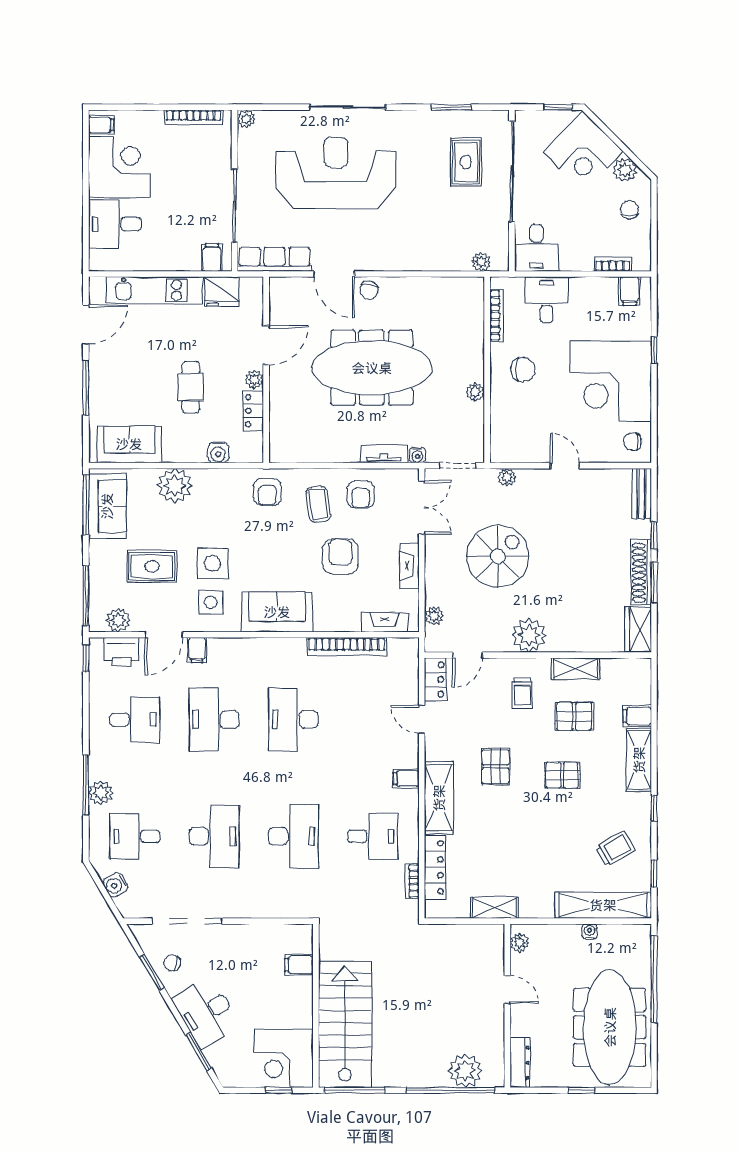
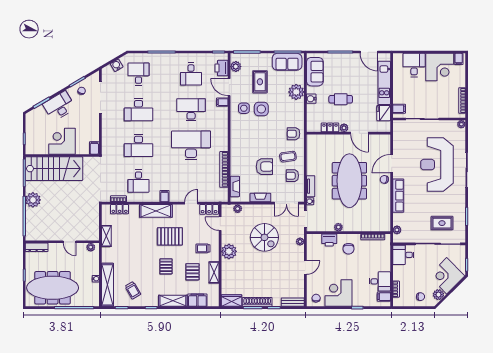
reception desk: (336, 173) -> (437, 165), turned 180
row of seats: (275, 259) -> (398, 196), moved
desk: (547, 300) -> (380, 281), moved
corner desk: (611, 381) -> (338, 293), width x0.74, depth x0.74
printer: (504, 413) -> (329, 240), added
water cooler: (218, 452) -> (311, 99), moved
sofa: (277, 612) -> (240, 138), removed
filing cabinet: (637, 716) -> (197, 300), width x2.00
desk: (293, 720) -> (191, 145), width x1.36, depth x1.30
pallet: (495, 767) -> (170, 236), width x1.50, depth x1.42
plant: (101, 793) -> (158, 59), removed
locker: (435, 867) -> (120, 209), width x0.66
filing cabinet: (299, 965) -> (94, 148), moved
door: (507, 990) -> (70, 242), hinge flipped
corner desk: (284, 1058) -> (62, 141), moved
plant: (465, 1071) -> (33, 200), moved

